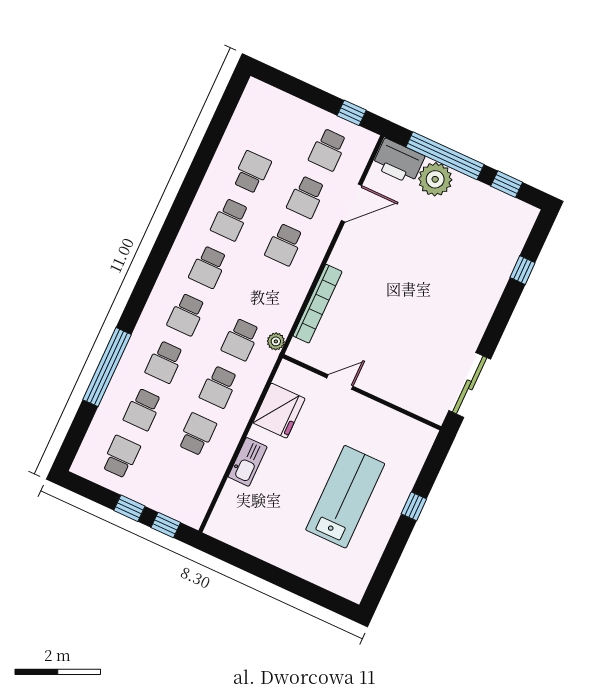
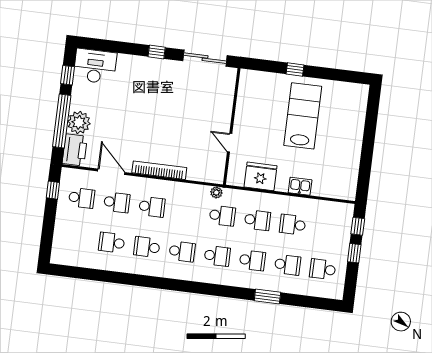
school desk: (230, 220) -> (147, 247), turned 180
desk: (507, 227) -> (95, 66), added
window: (522, 270) -> (157, 52), moved
bookcase: (317, 304) -> (159, 170), moved
window: (107, 367) -> (267, 297), width x0.47
kitchen sink: (248, 462) -> (300, 186), width x0.73
lab bench: (345, 497) -> (303, 116), turned 90

